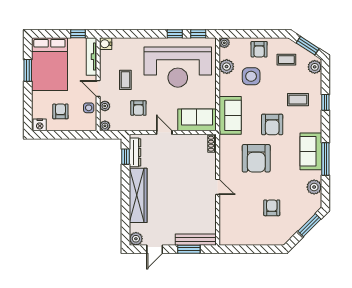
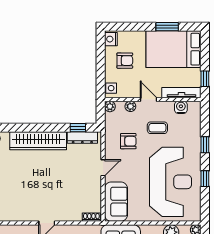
window: (198, 34) -> (205, 145), moved
water cooler: (106, 44) -> (181, 107), moved
reception desk: (178, 67) -> (171, 182), turned 180
door: (98, 88) -> (148, 100), hinge flipped
side table: (89, 108) -> (111, 88), moved
armchair: (138, 108) -> (128, 141), turned 180

